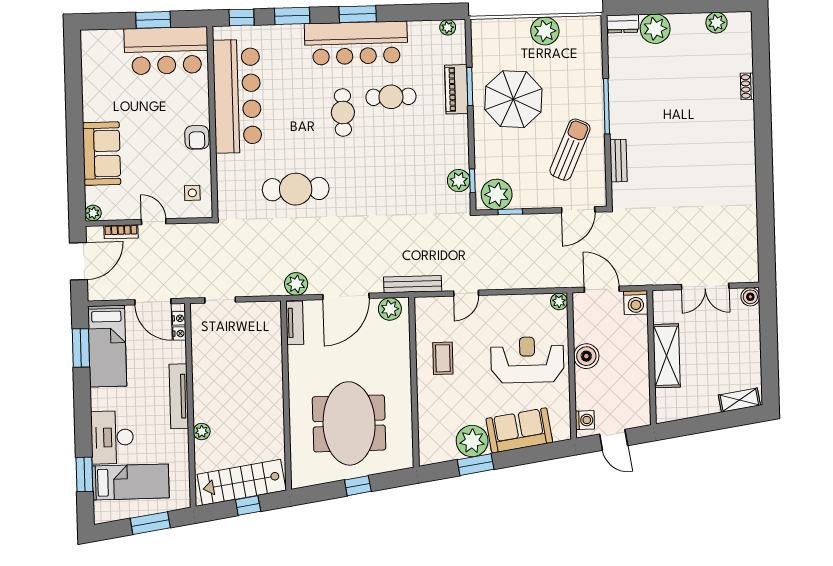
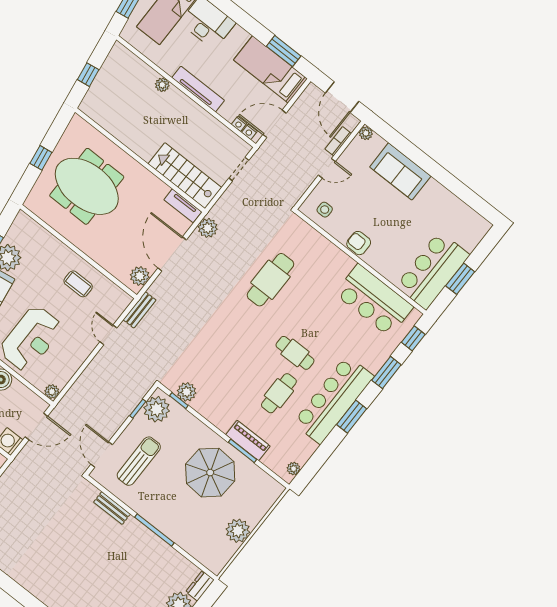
bar counter: (237, 96) -> (374, 300), width x0.73
sun lounger: (570, 150) -> (139, 461), moved, turned -114
bench: (413, 284) -> (140, 310), width x0.73
stairs: (242, 482) -> (185, 176), moved, turned -81

